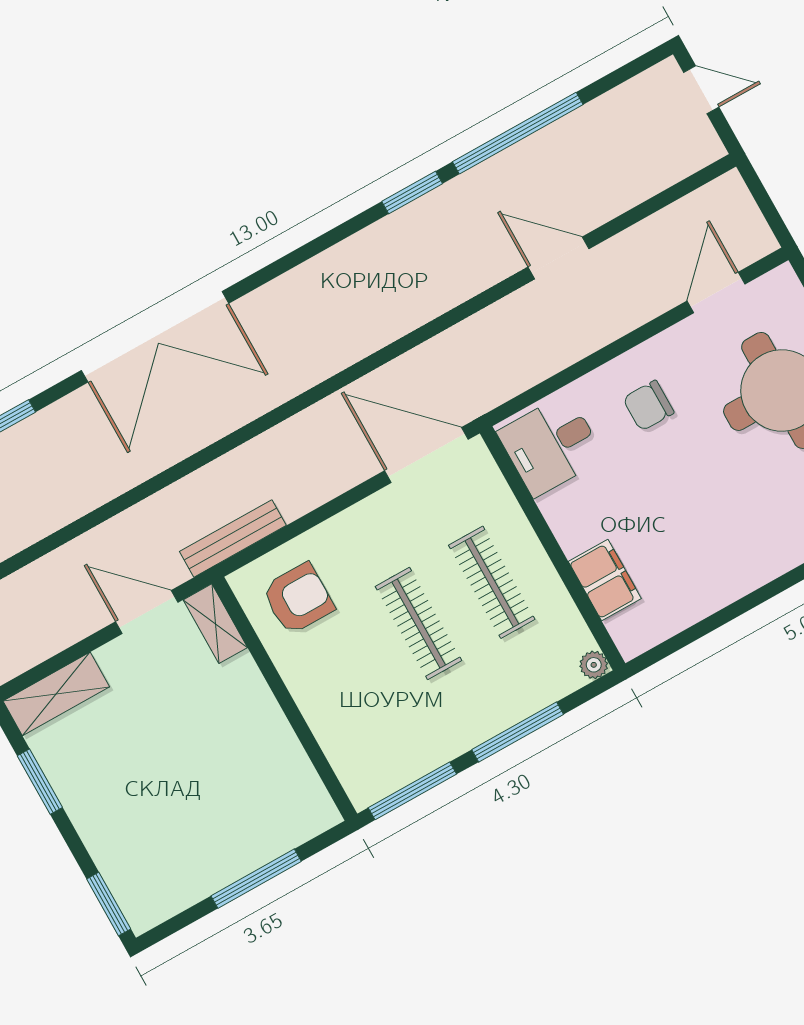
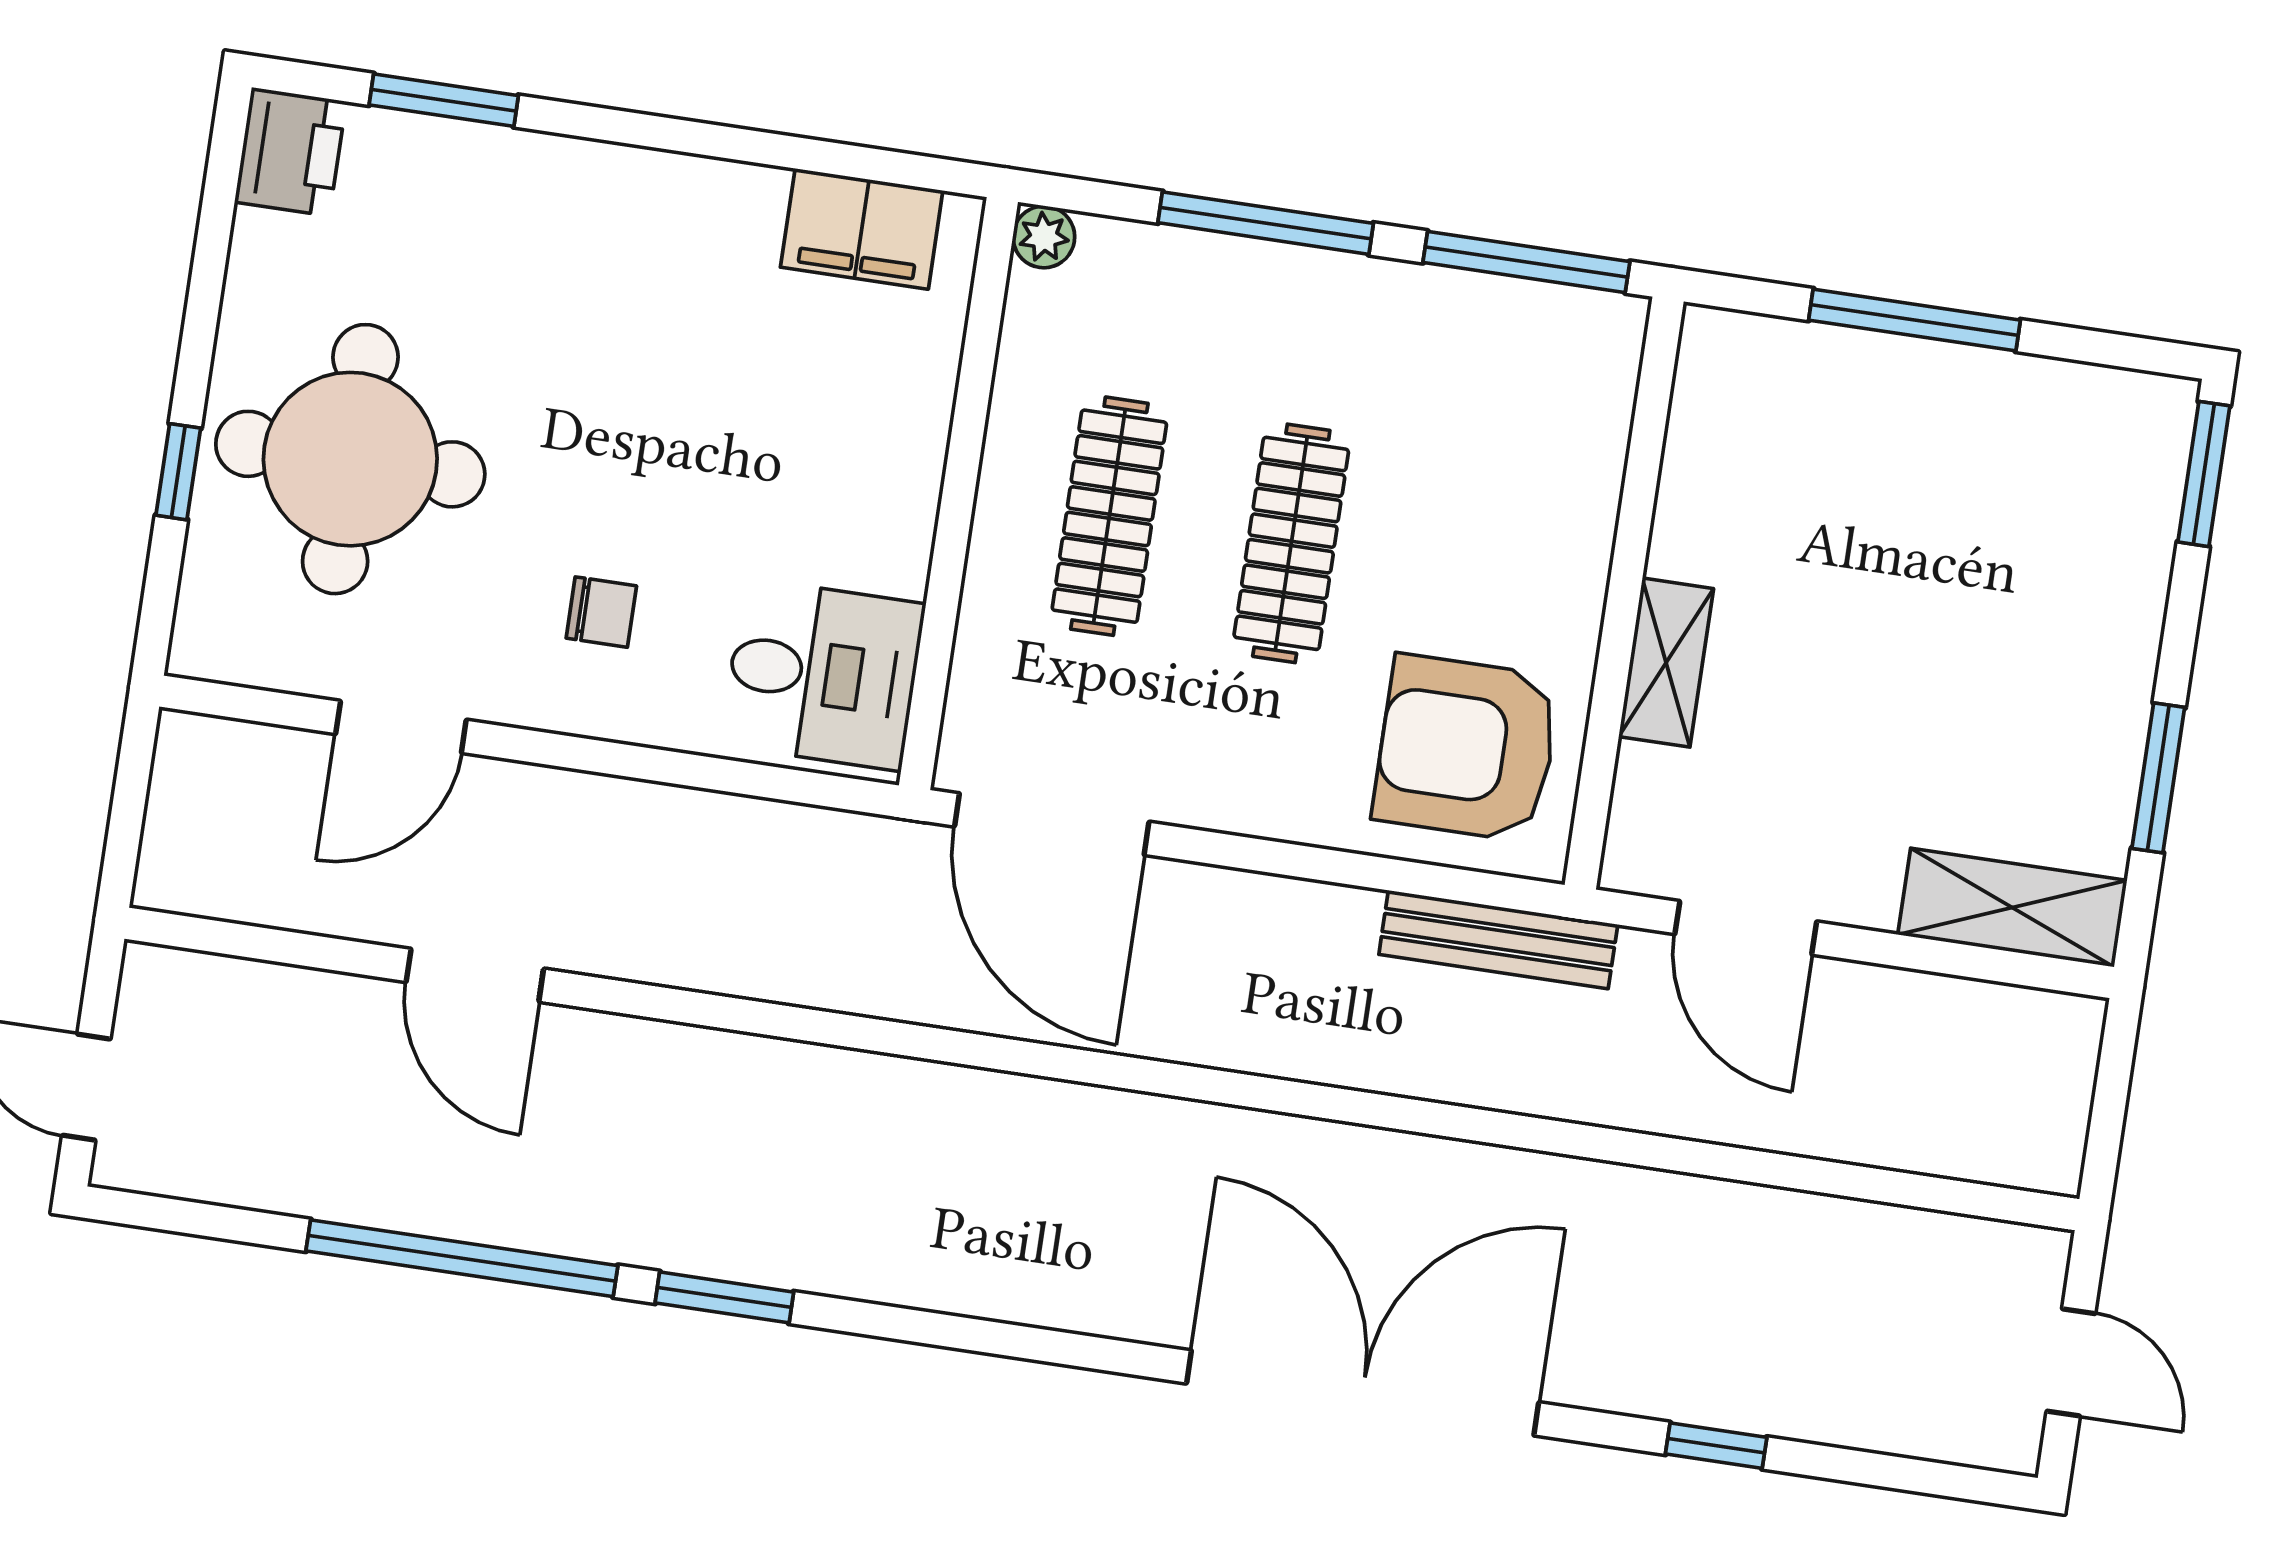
door: (558, 258) -> (475, 975), moved
door: (716, 293) -> (401, 727), moved
chair: (648, 406) -> (601, 612), width x0.73, depth x0.73
filing cabinet: (605, 580) -> (862, 229), moved, turned -90
armchair: (298, 599) -> (1466, 748), width x1.36, depth x1.36
shelving: (215, 624) -> (1666, 663), moved

